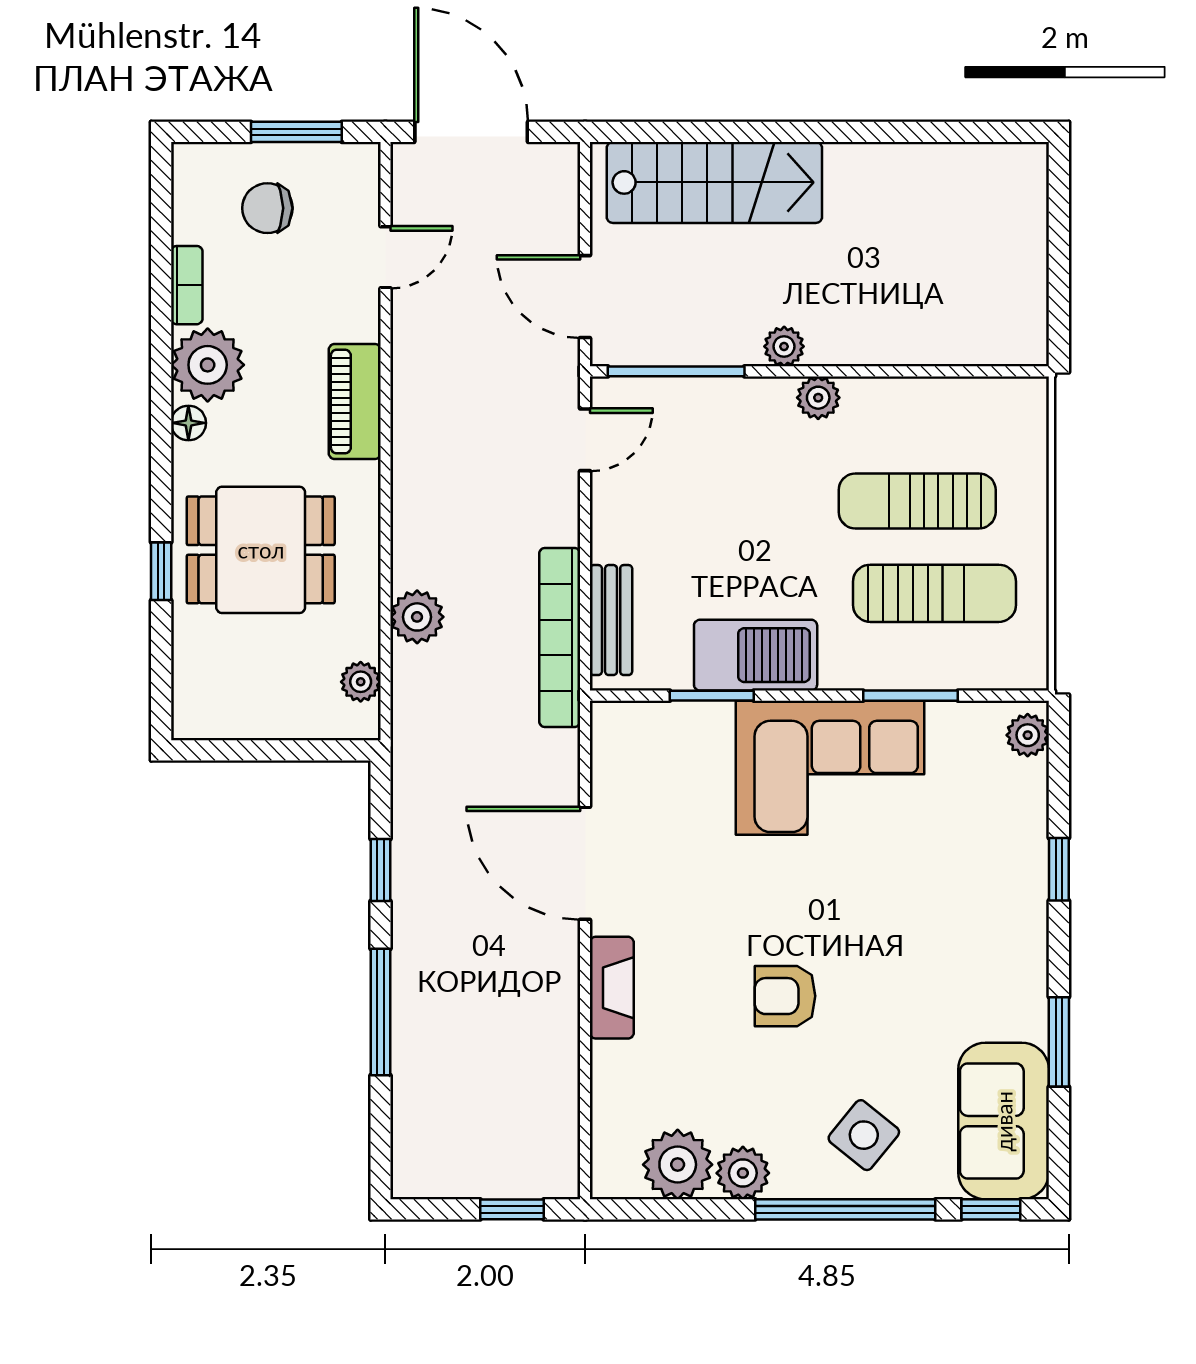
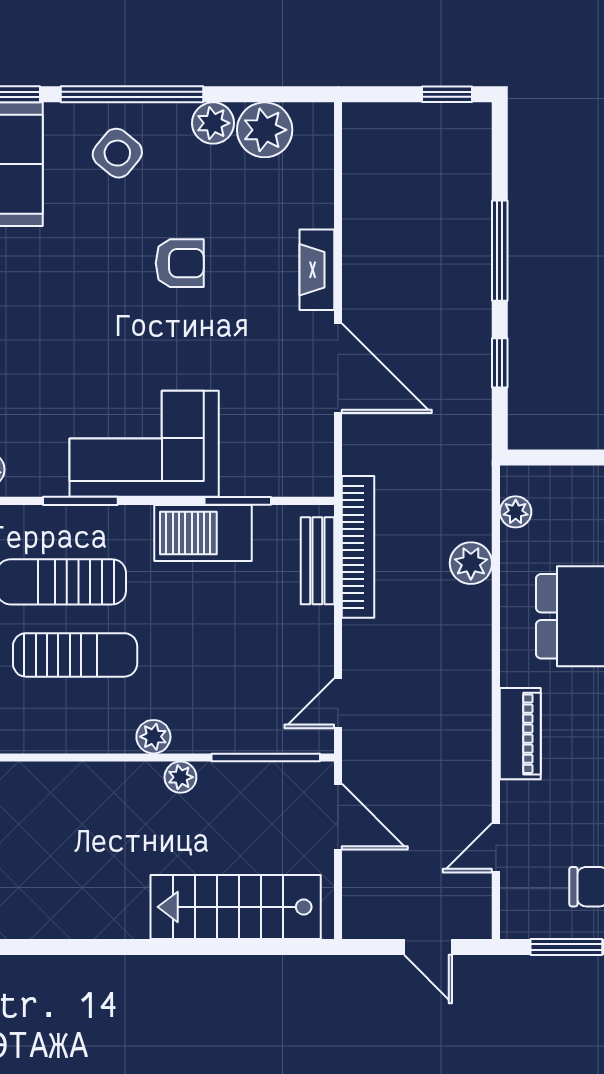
door: (471, 132) -> (428, 947), width x0.53
window: (512, 1209) -> (447, 94), moved

